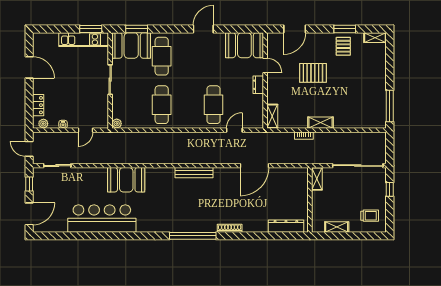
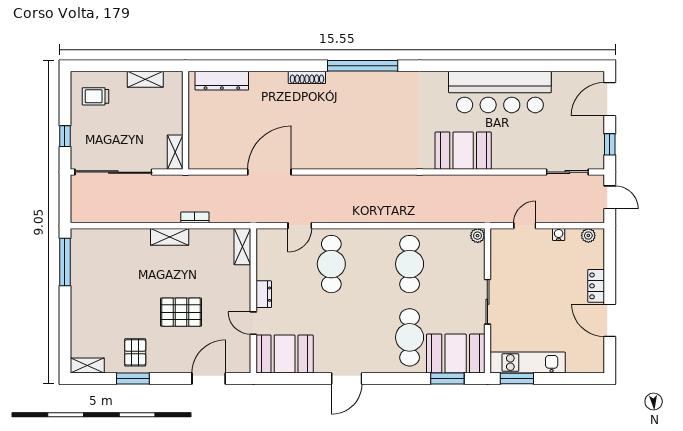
locker: (38, 105) -> (596, 286), moved
bench: (194, 173) -> (361, 161), removed

